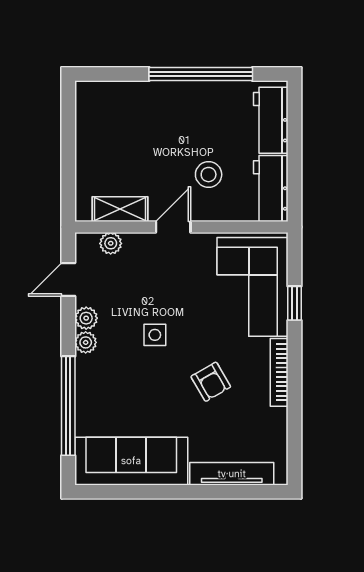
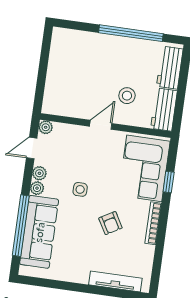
shelving: (120, 209) -> (70, 109), removed
plant: (111, 243) -> (46, 127), moved
sofa: (131, 461) -> (39, 232), moved, turned 90

